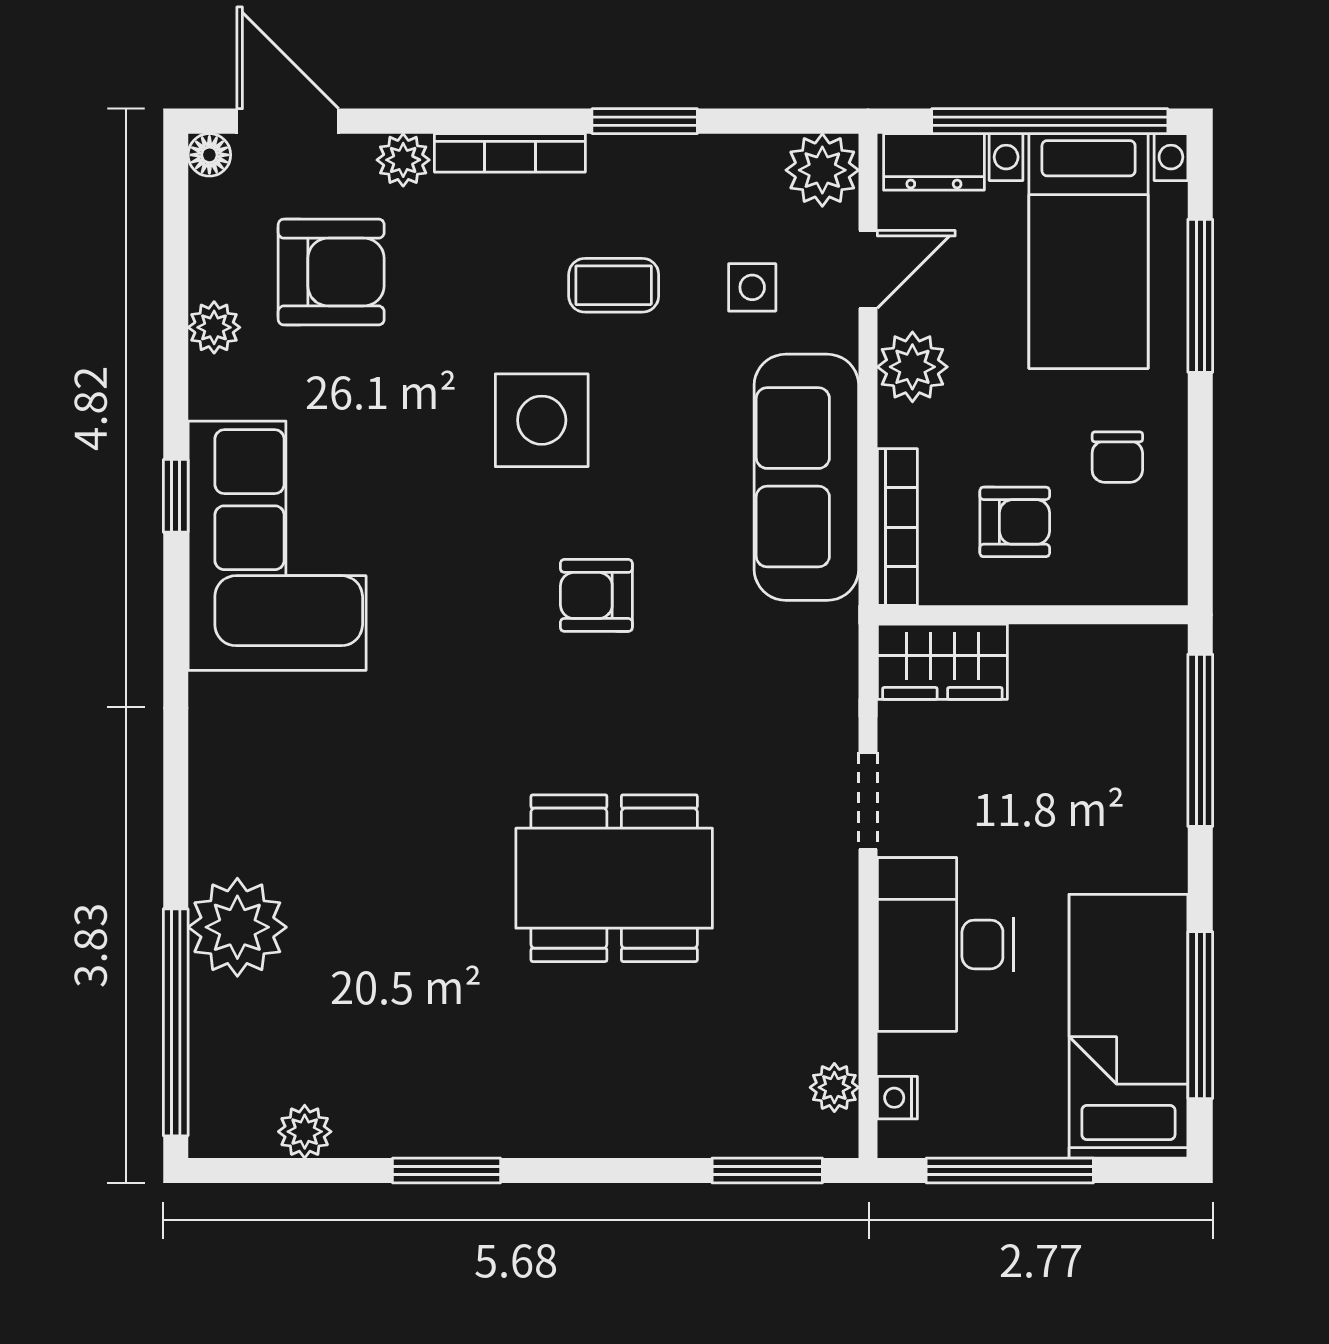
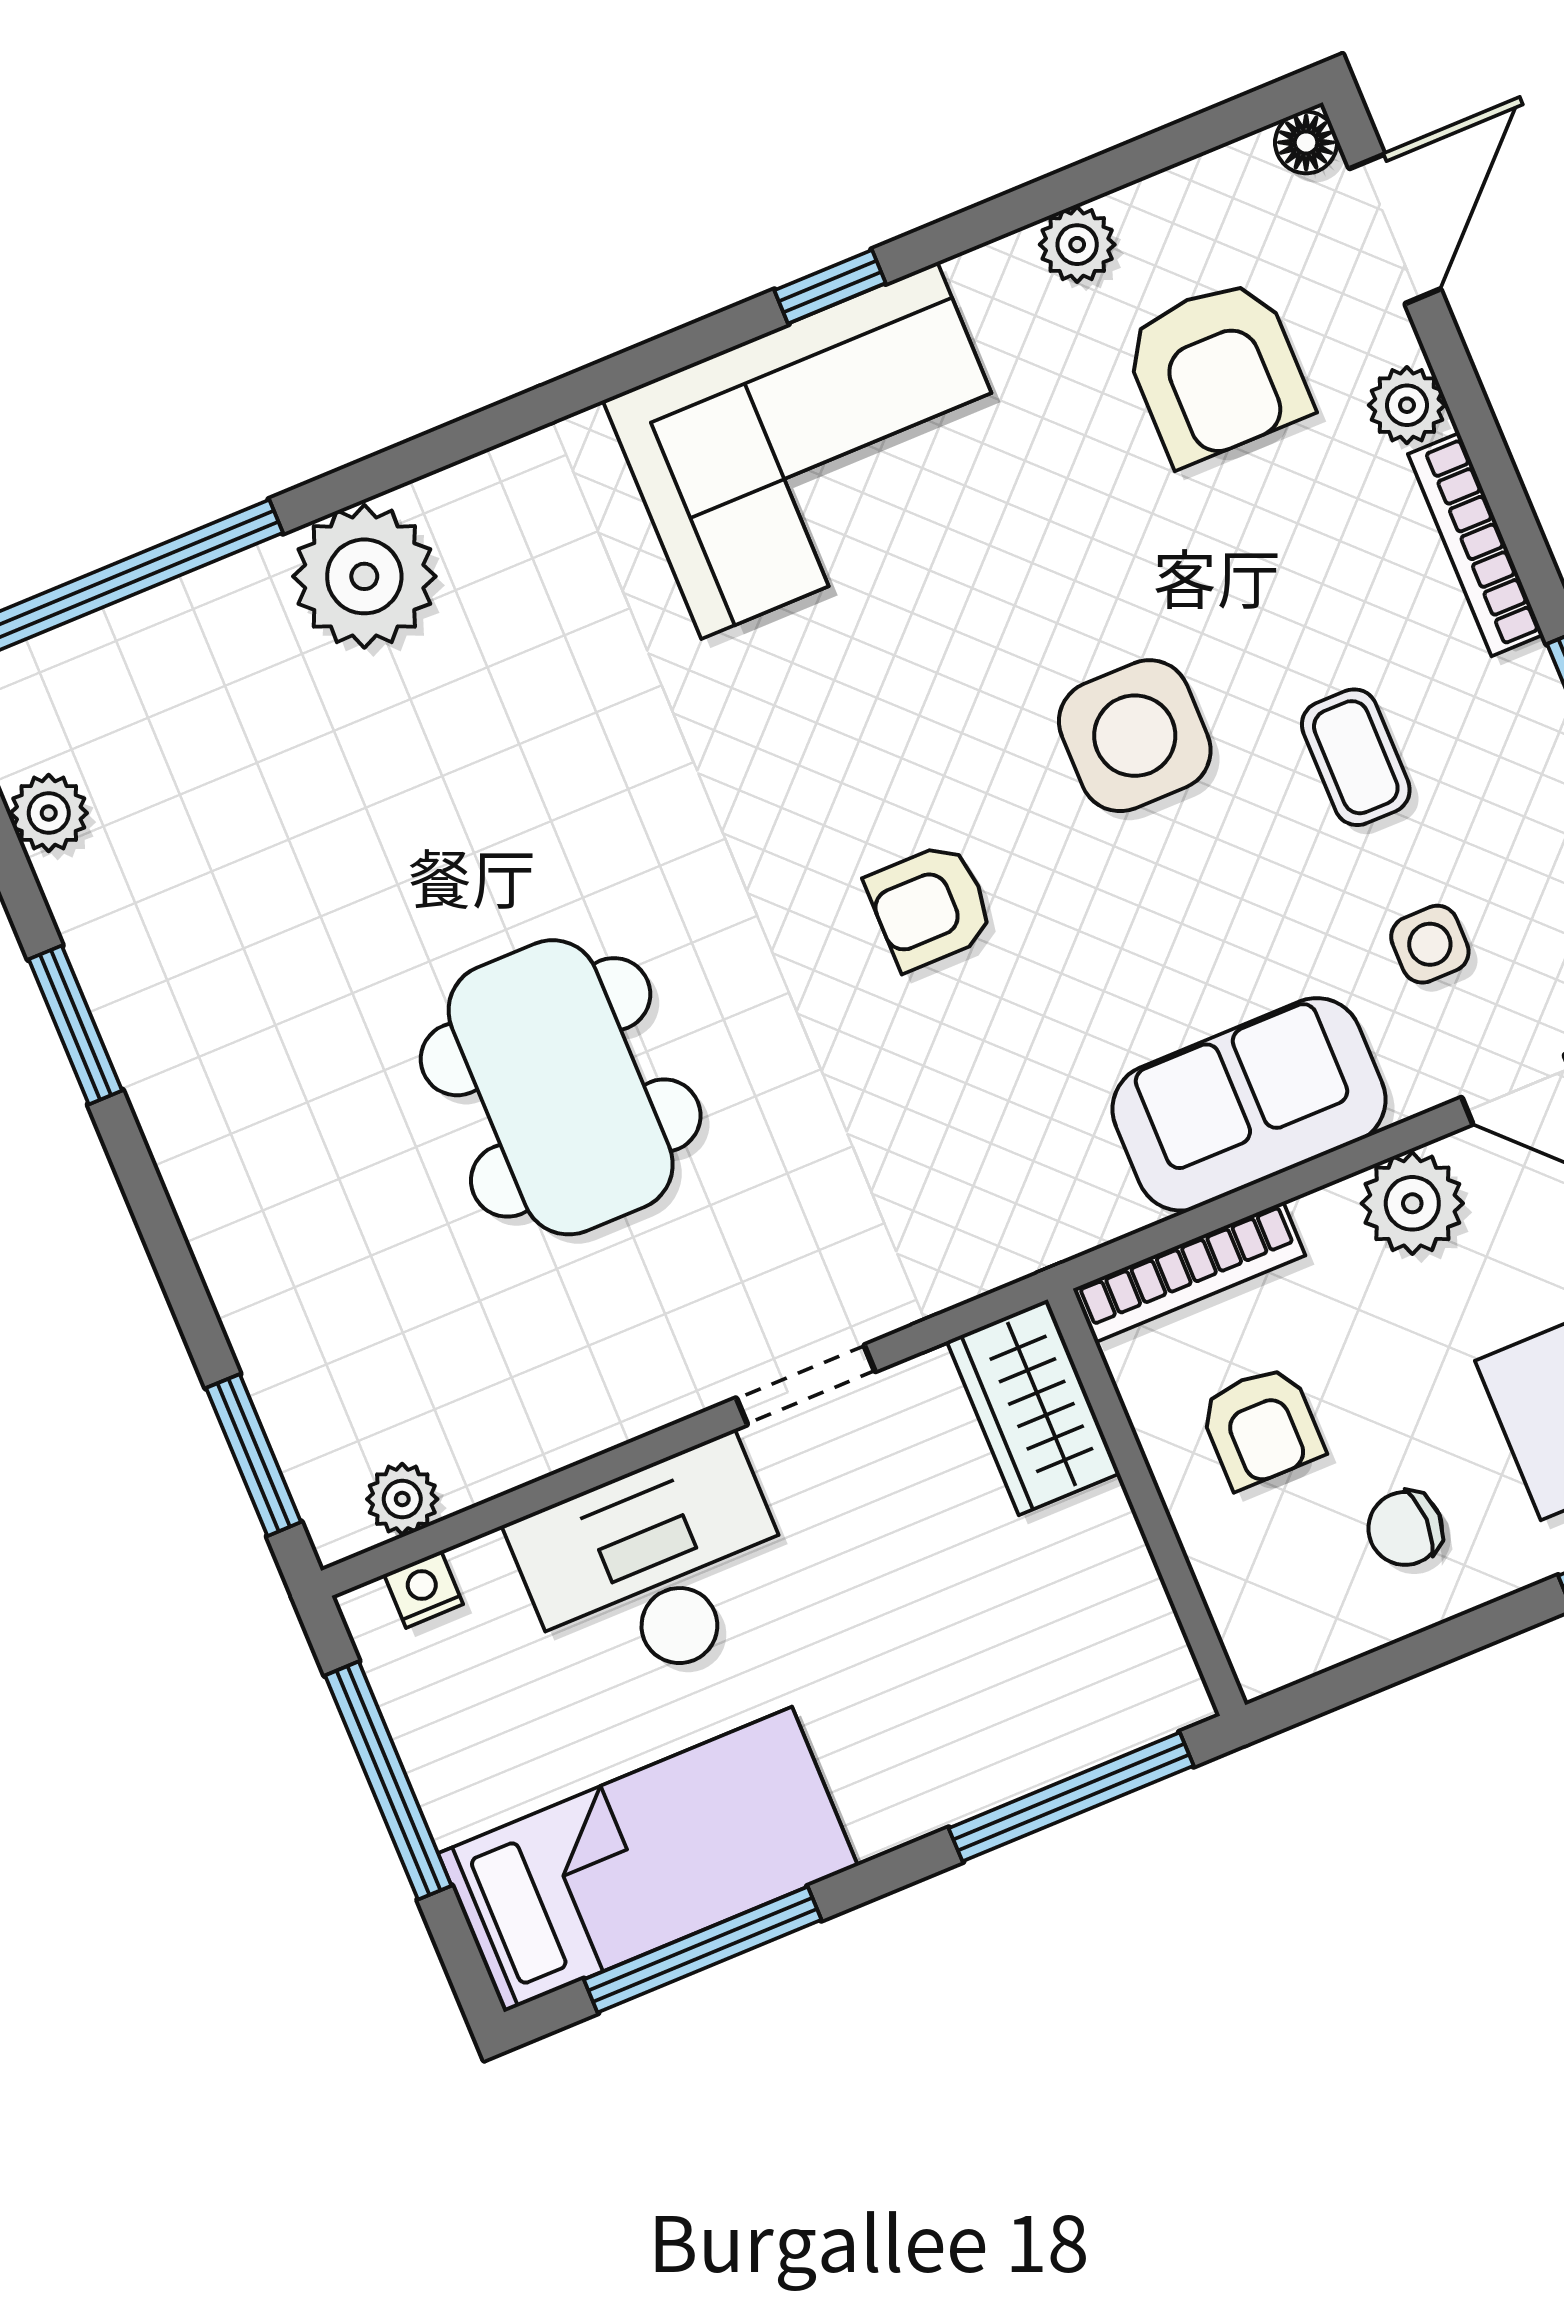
sofa: (806, 477) -> (1249, 1104), width x0.73
armchair: (596, 595) -> (930, 906), turned -90
plant: (237, 927) -> (364, 576), moved

